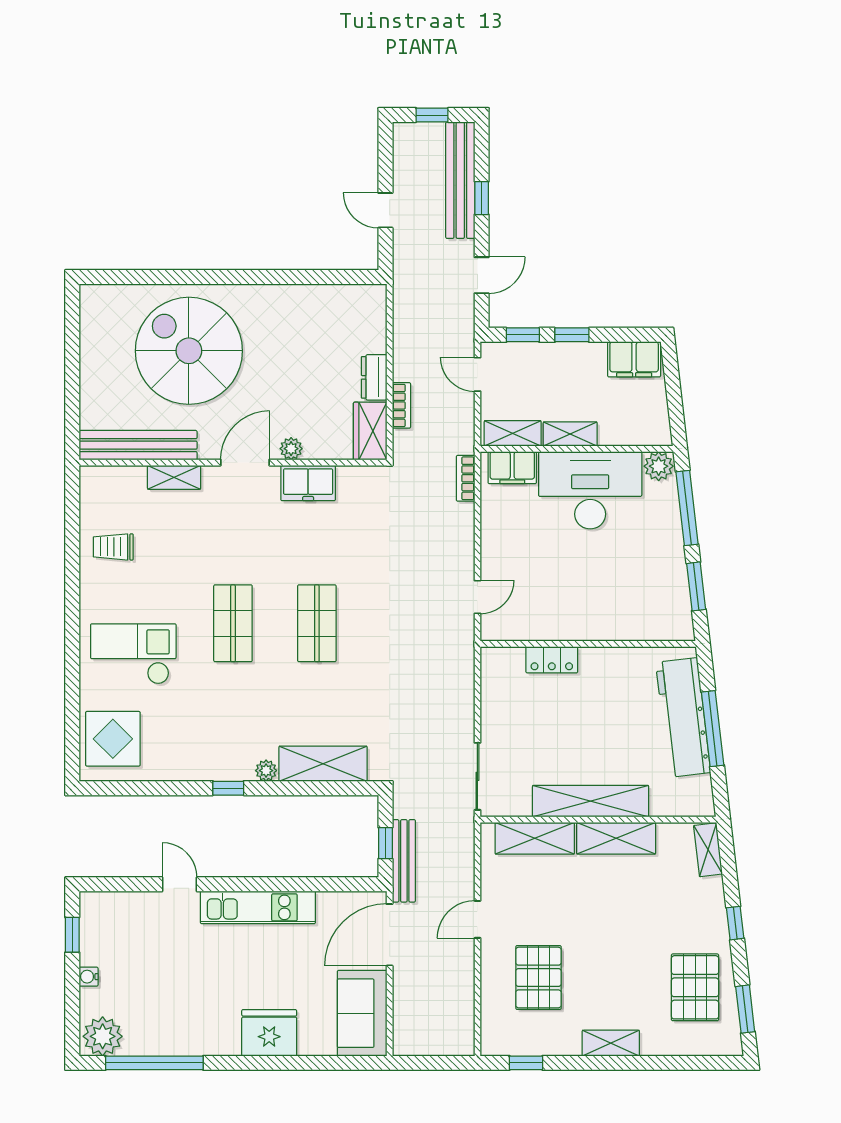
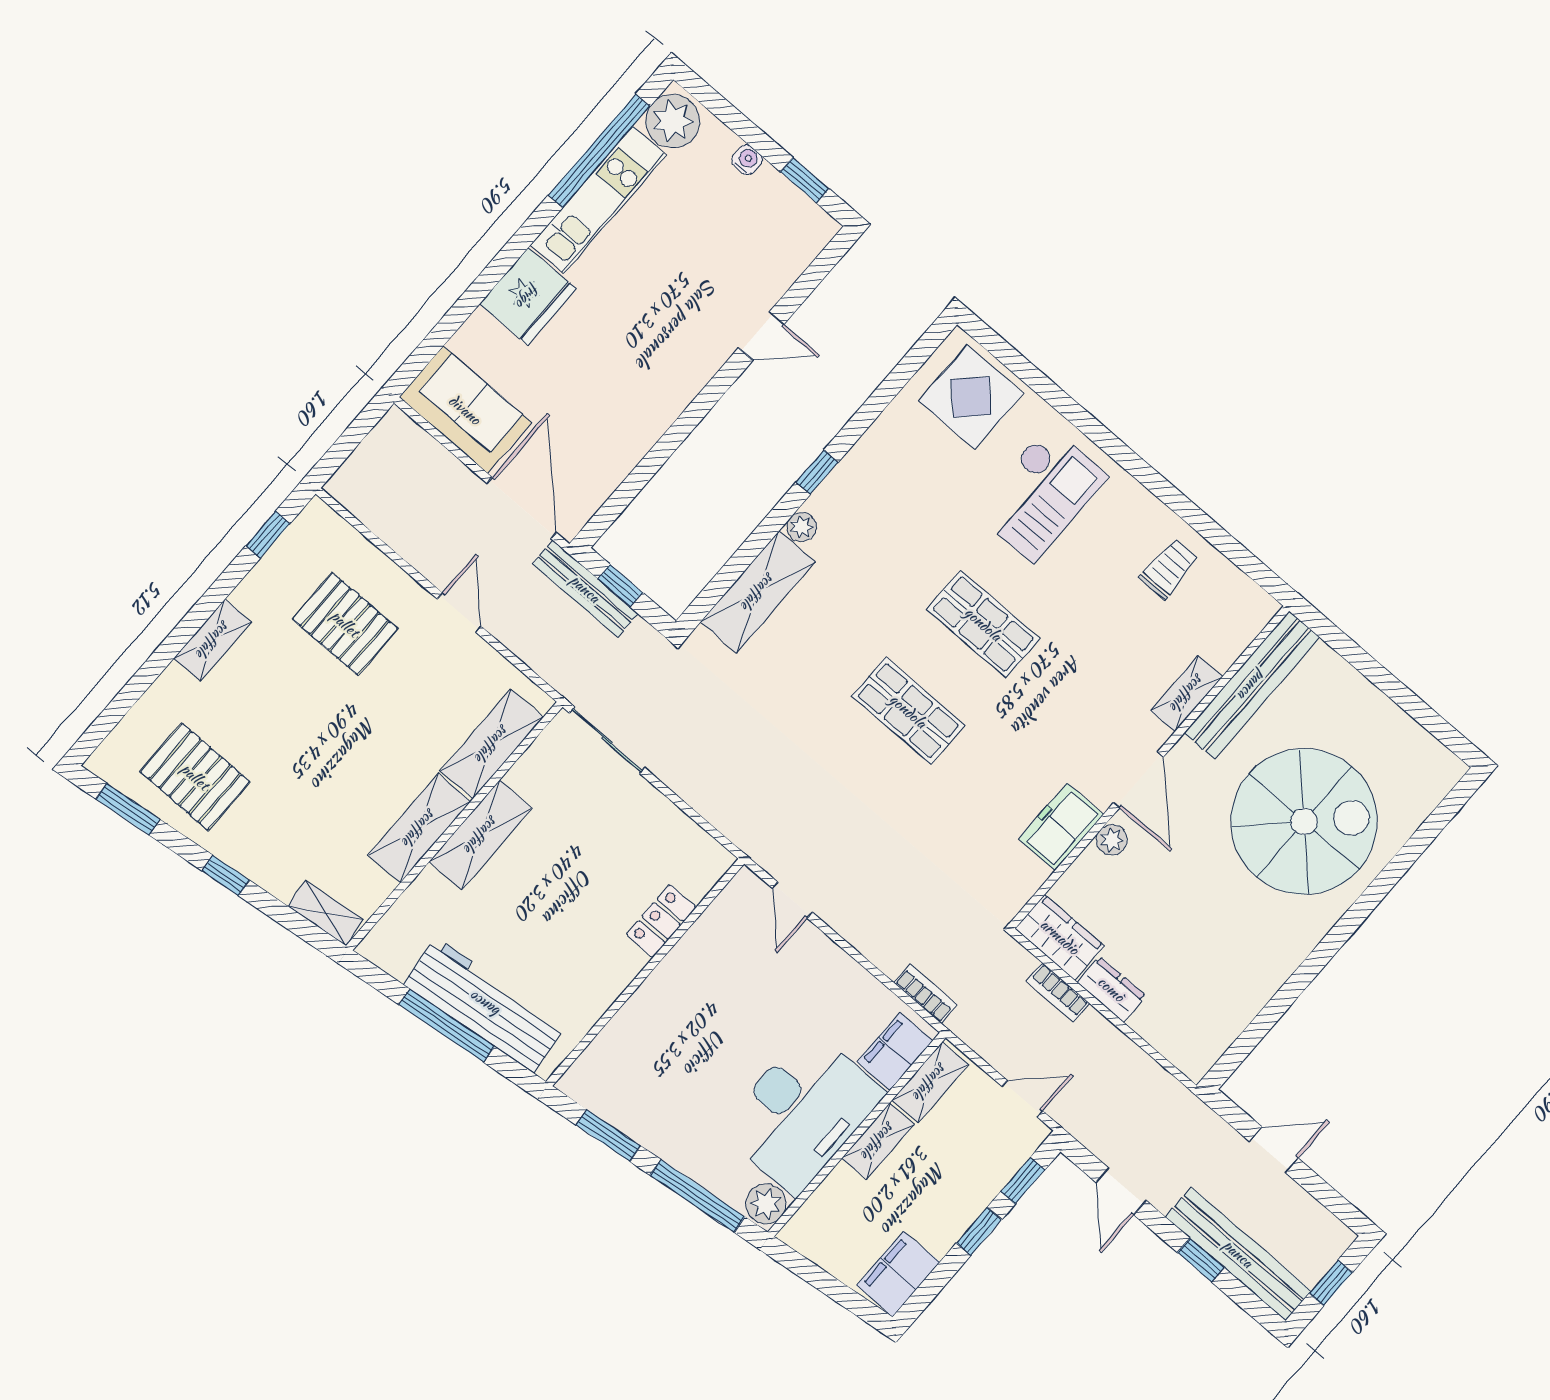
shelving: (591, 801) -> (481, 835), width x0.68
kitchen unit: (258, 907) -> (598, 200), moved, turned 180

